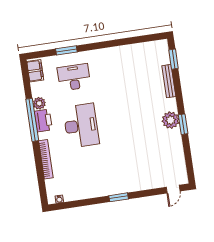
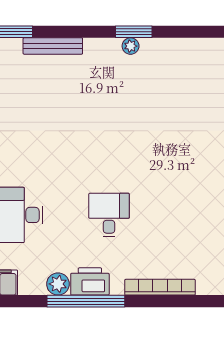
plant: (171, 120) -> (131, 46), width x0.53, depth x0.53
desk: (81, 126) -> (109, 215), width x0.53, depth x0.77

